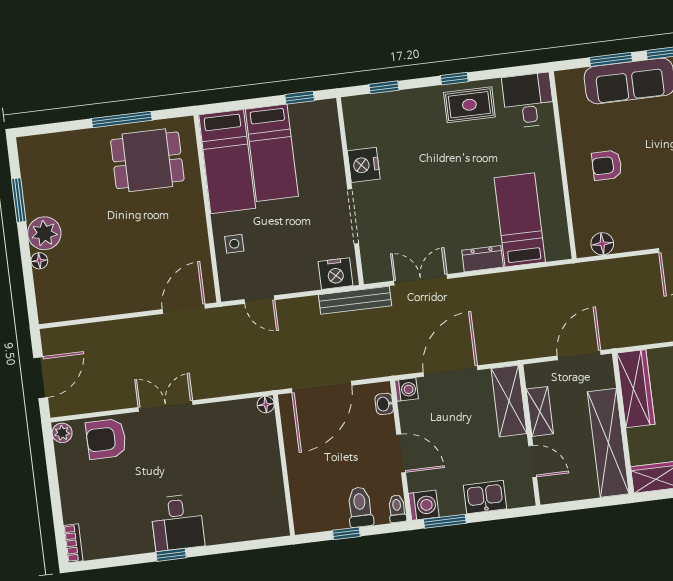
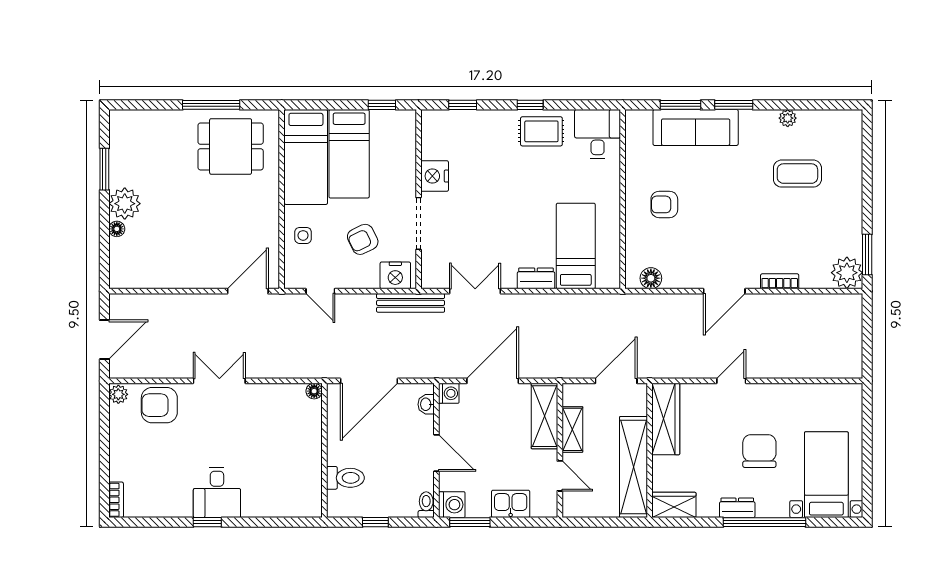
armchair: (297, 240) -> (363, 239), added
toilet: (360, 507) -> (345, 478), moved, turned 90

